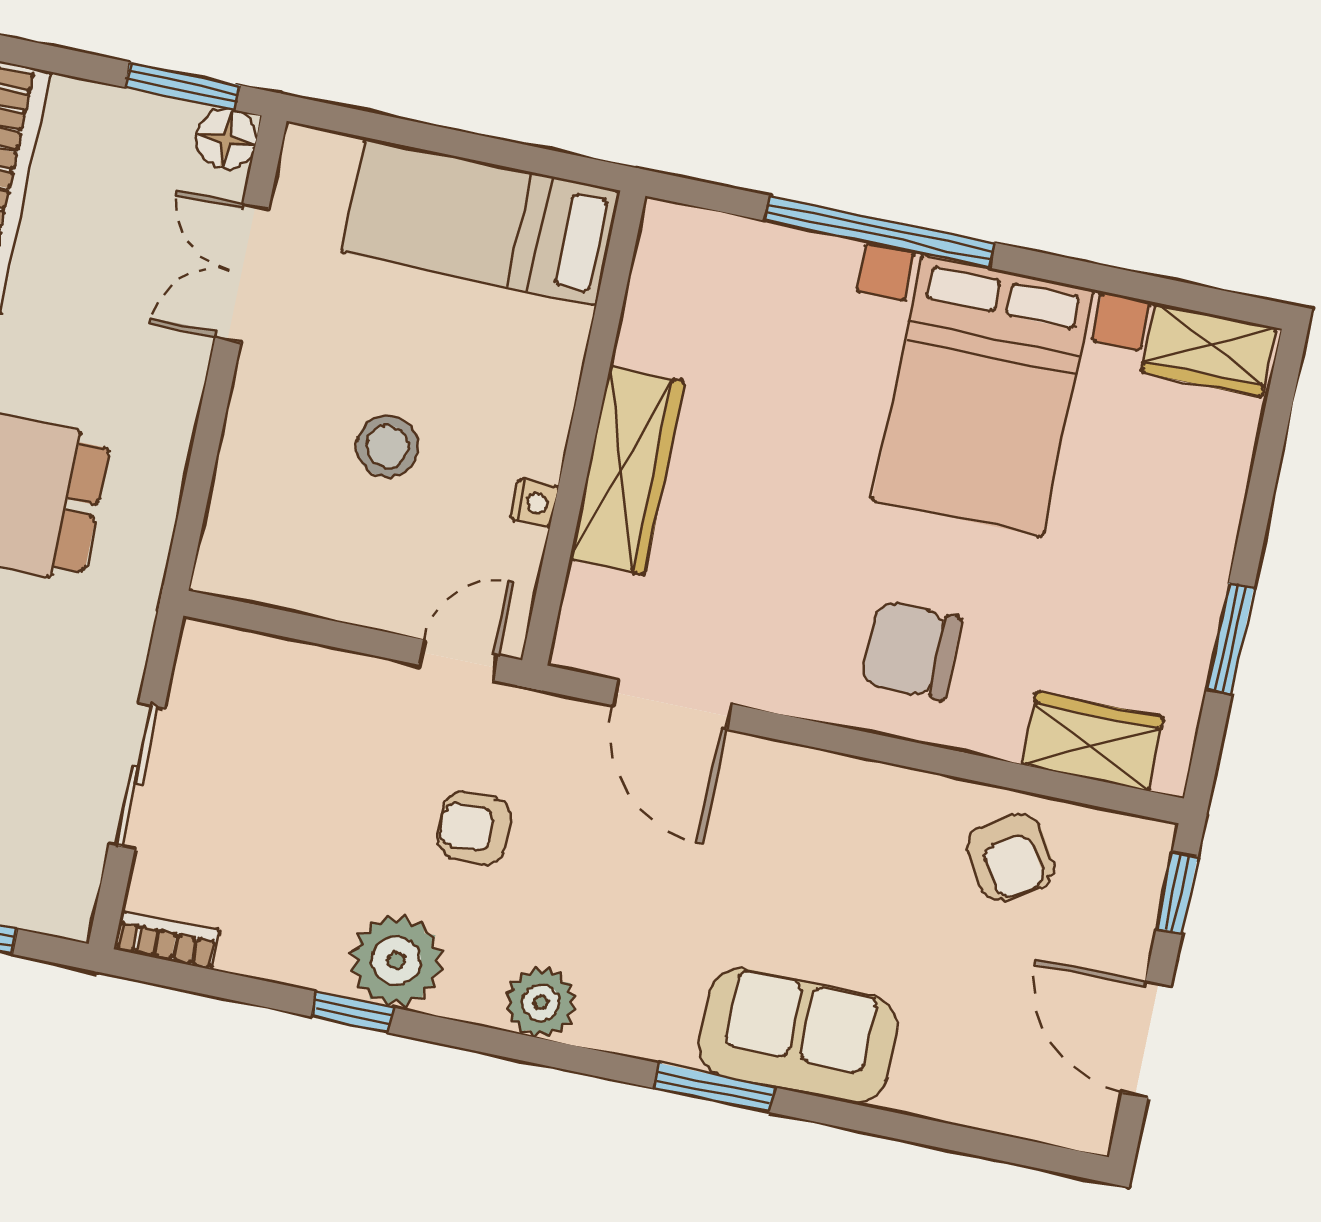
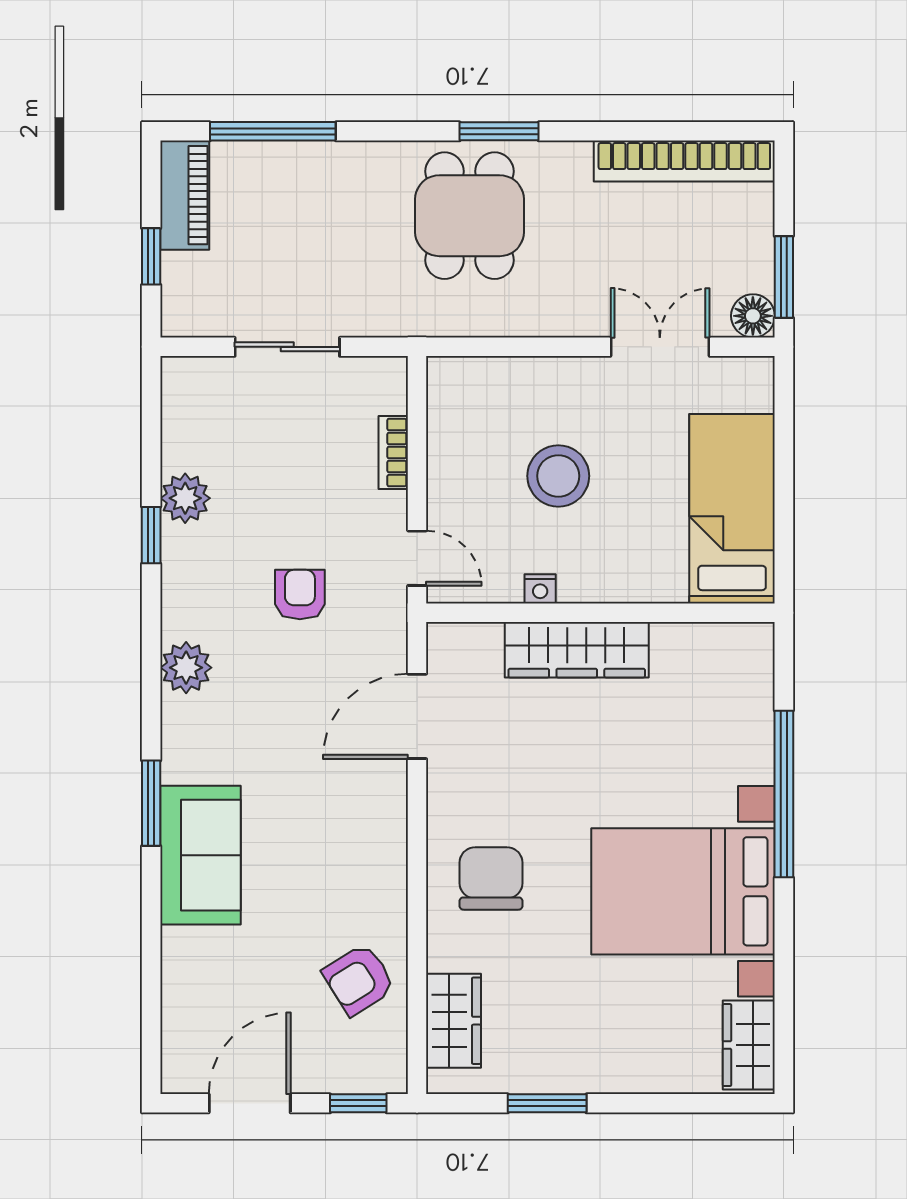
stool: (387, 446) -> (558, 476), width x1.38, depth x1.38
bookcase: (167, 940) -> (393, 453), moved, turned 180
plant: (396, 961) -> (185, 498), moved, width x0.73, depth x0.73

